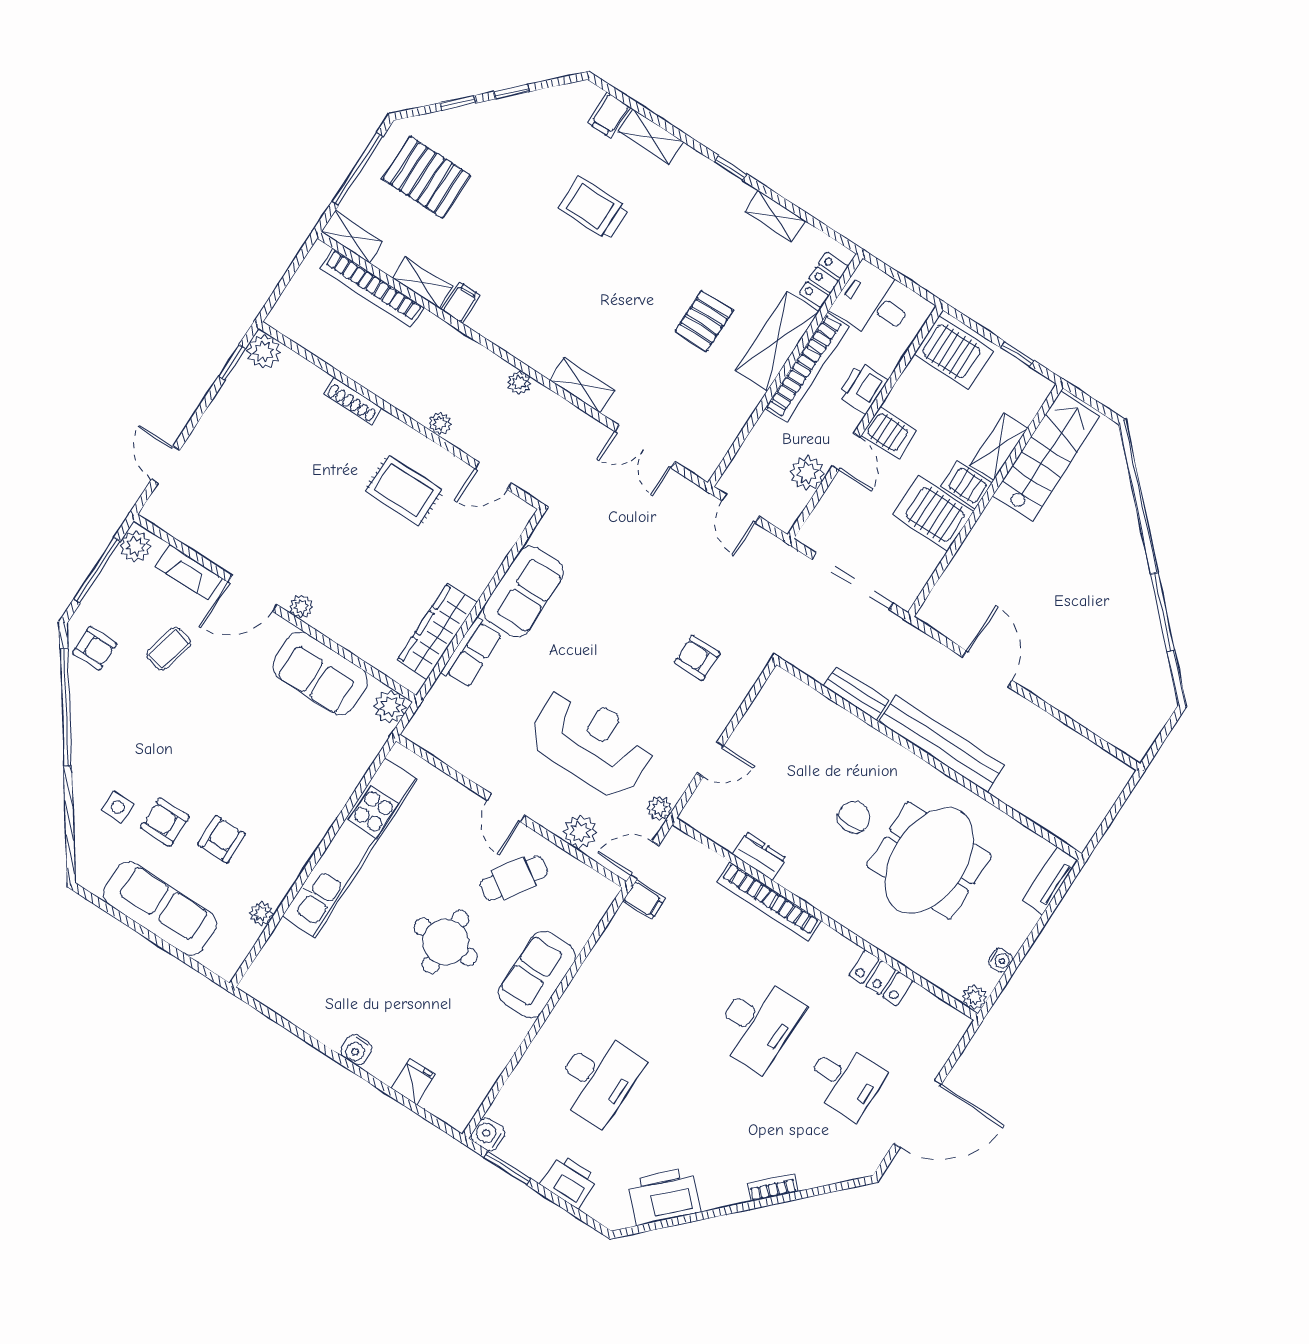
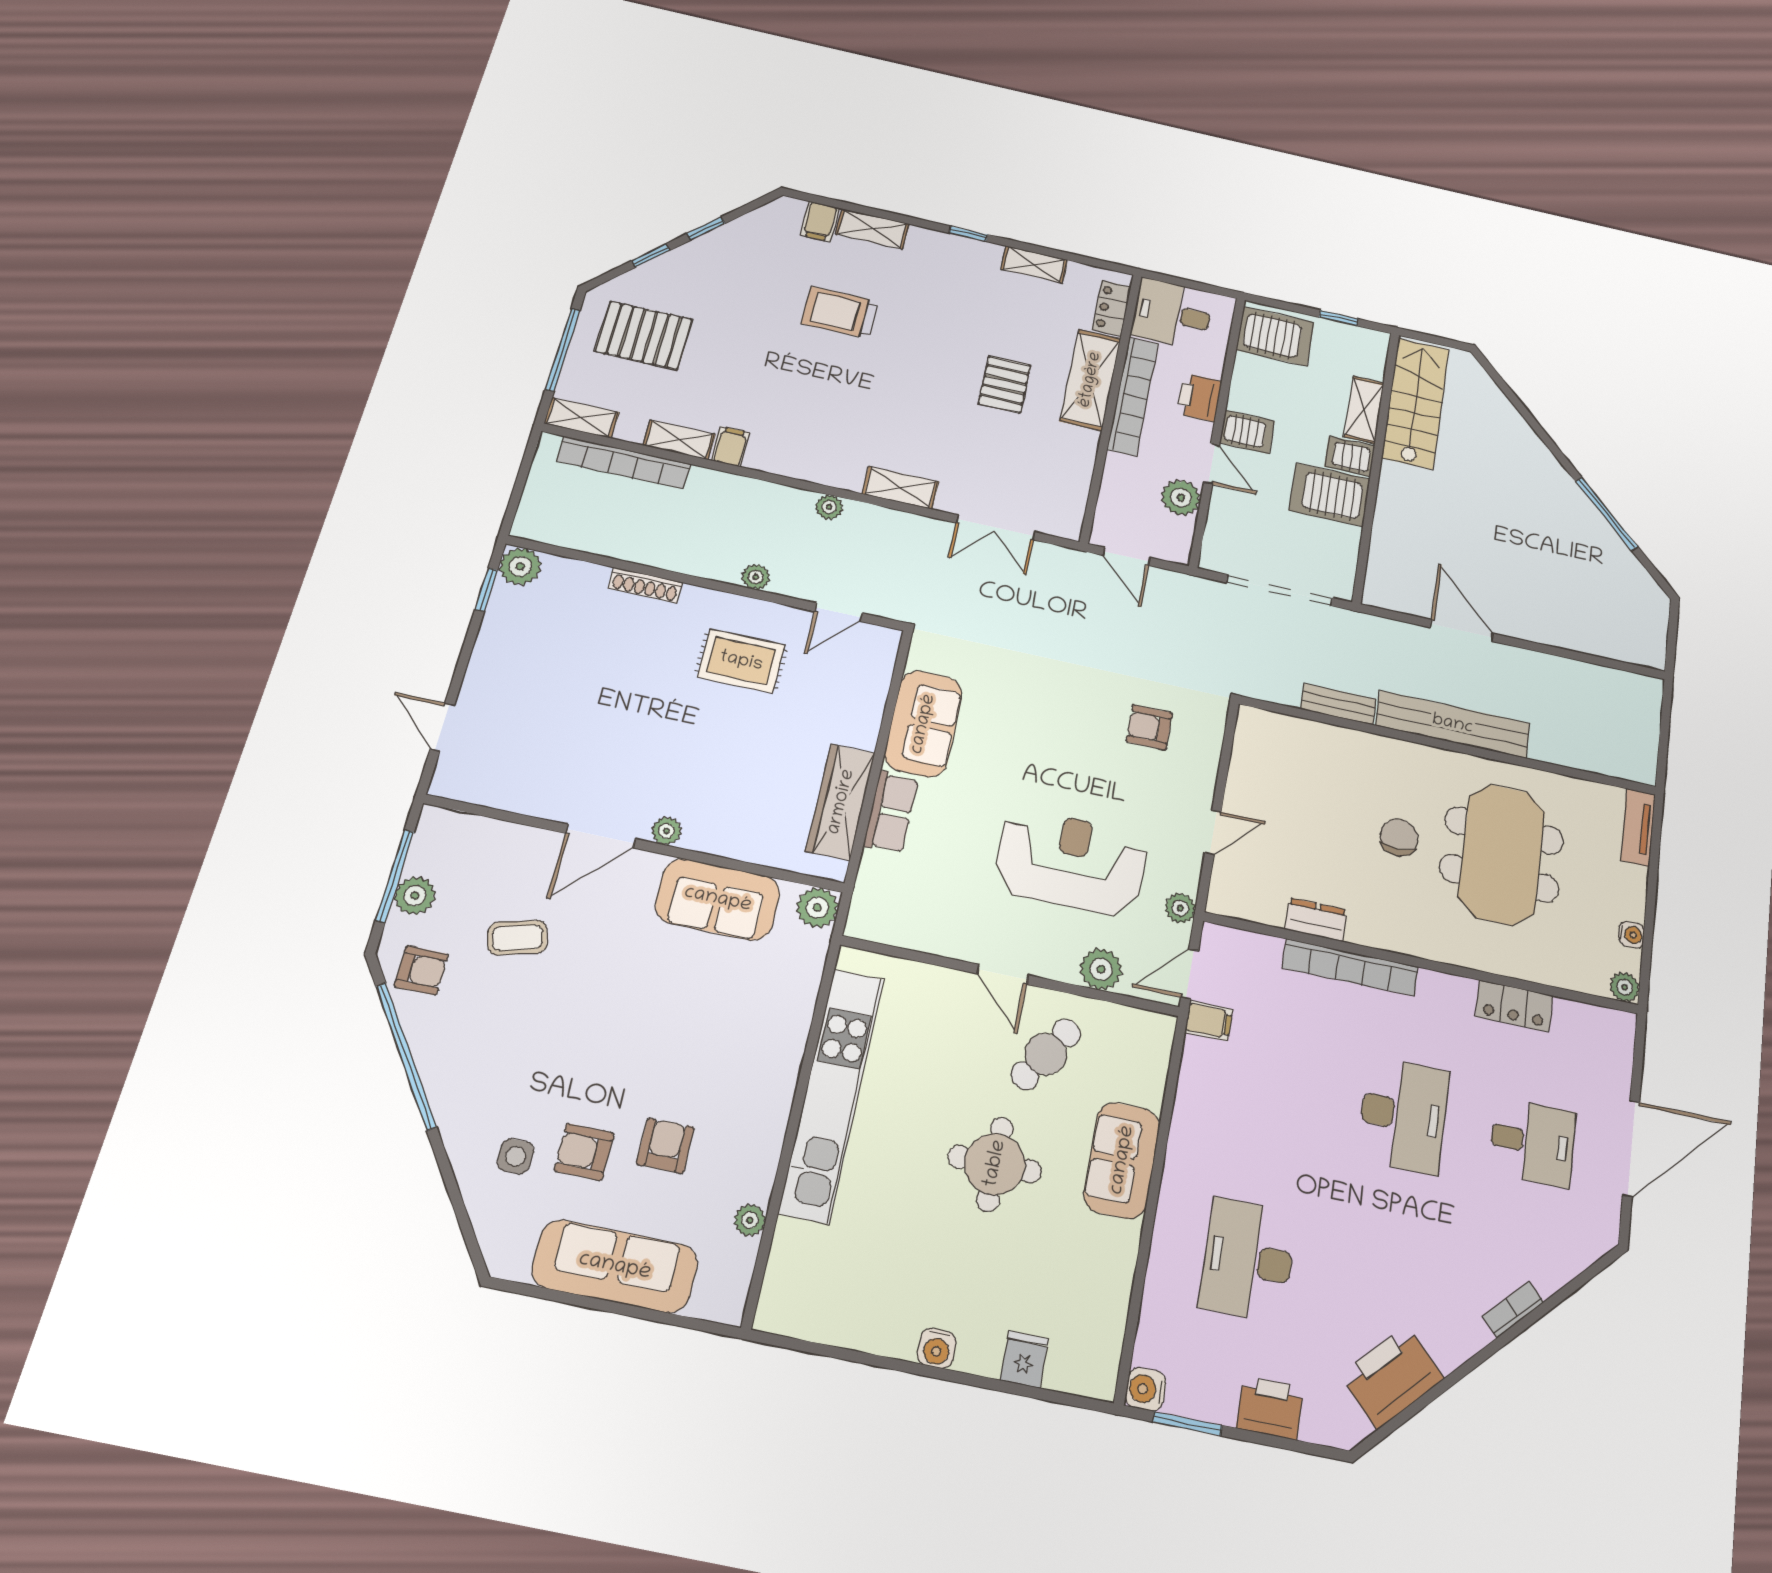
plant: (135, 546) -> (415, 896), moved
fireplace: (189, 572) -> (513, 839), removed
coffee table: (168, 649) -> (517, 938), turned 61
desk: (598, 1078) -> (1248, 1260), turned 180

